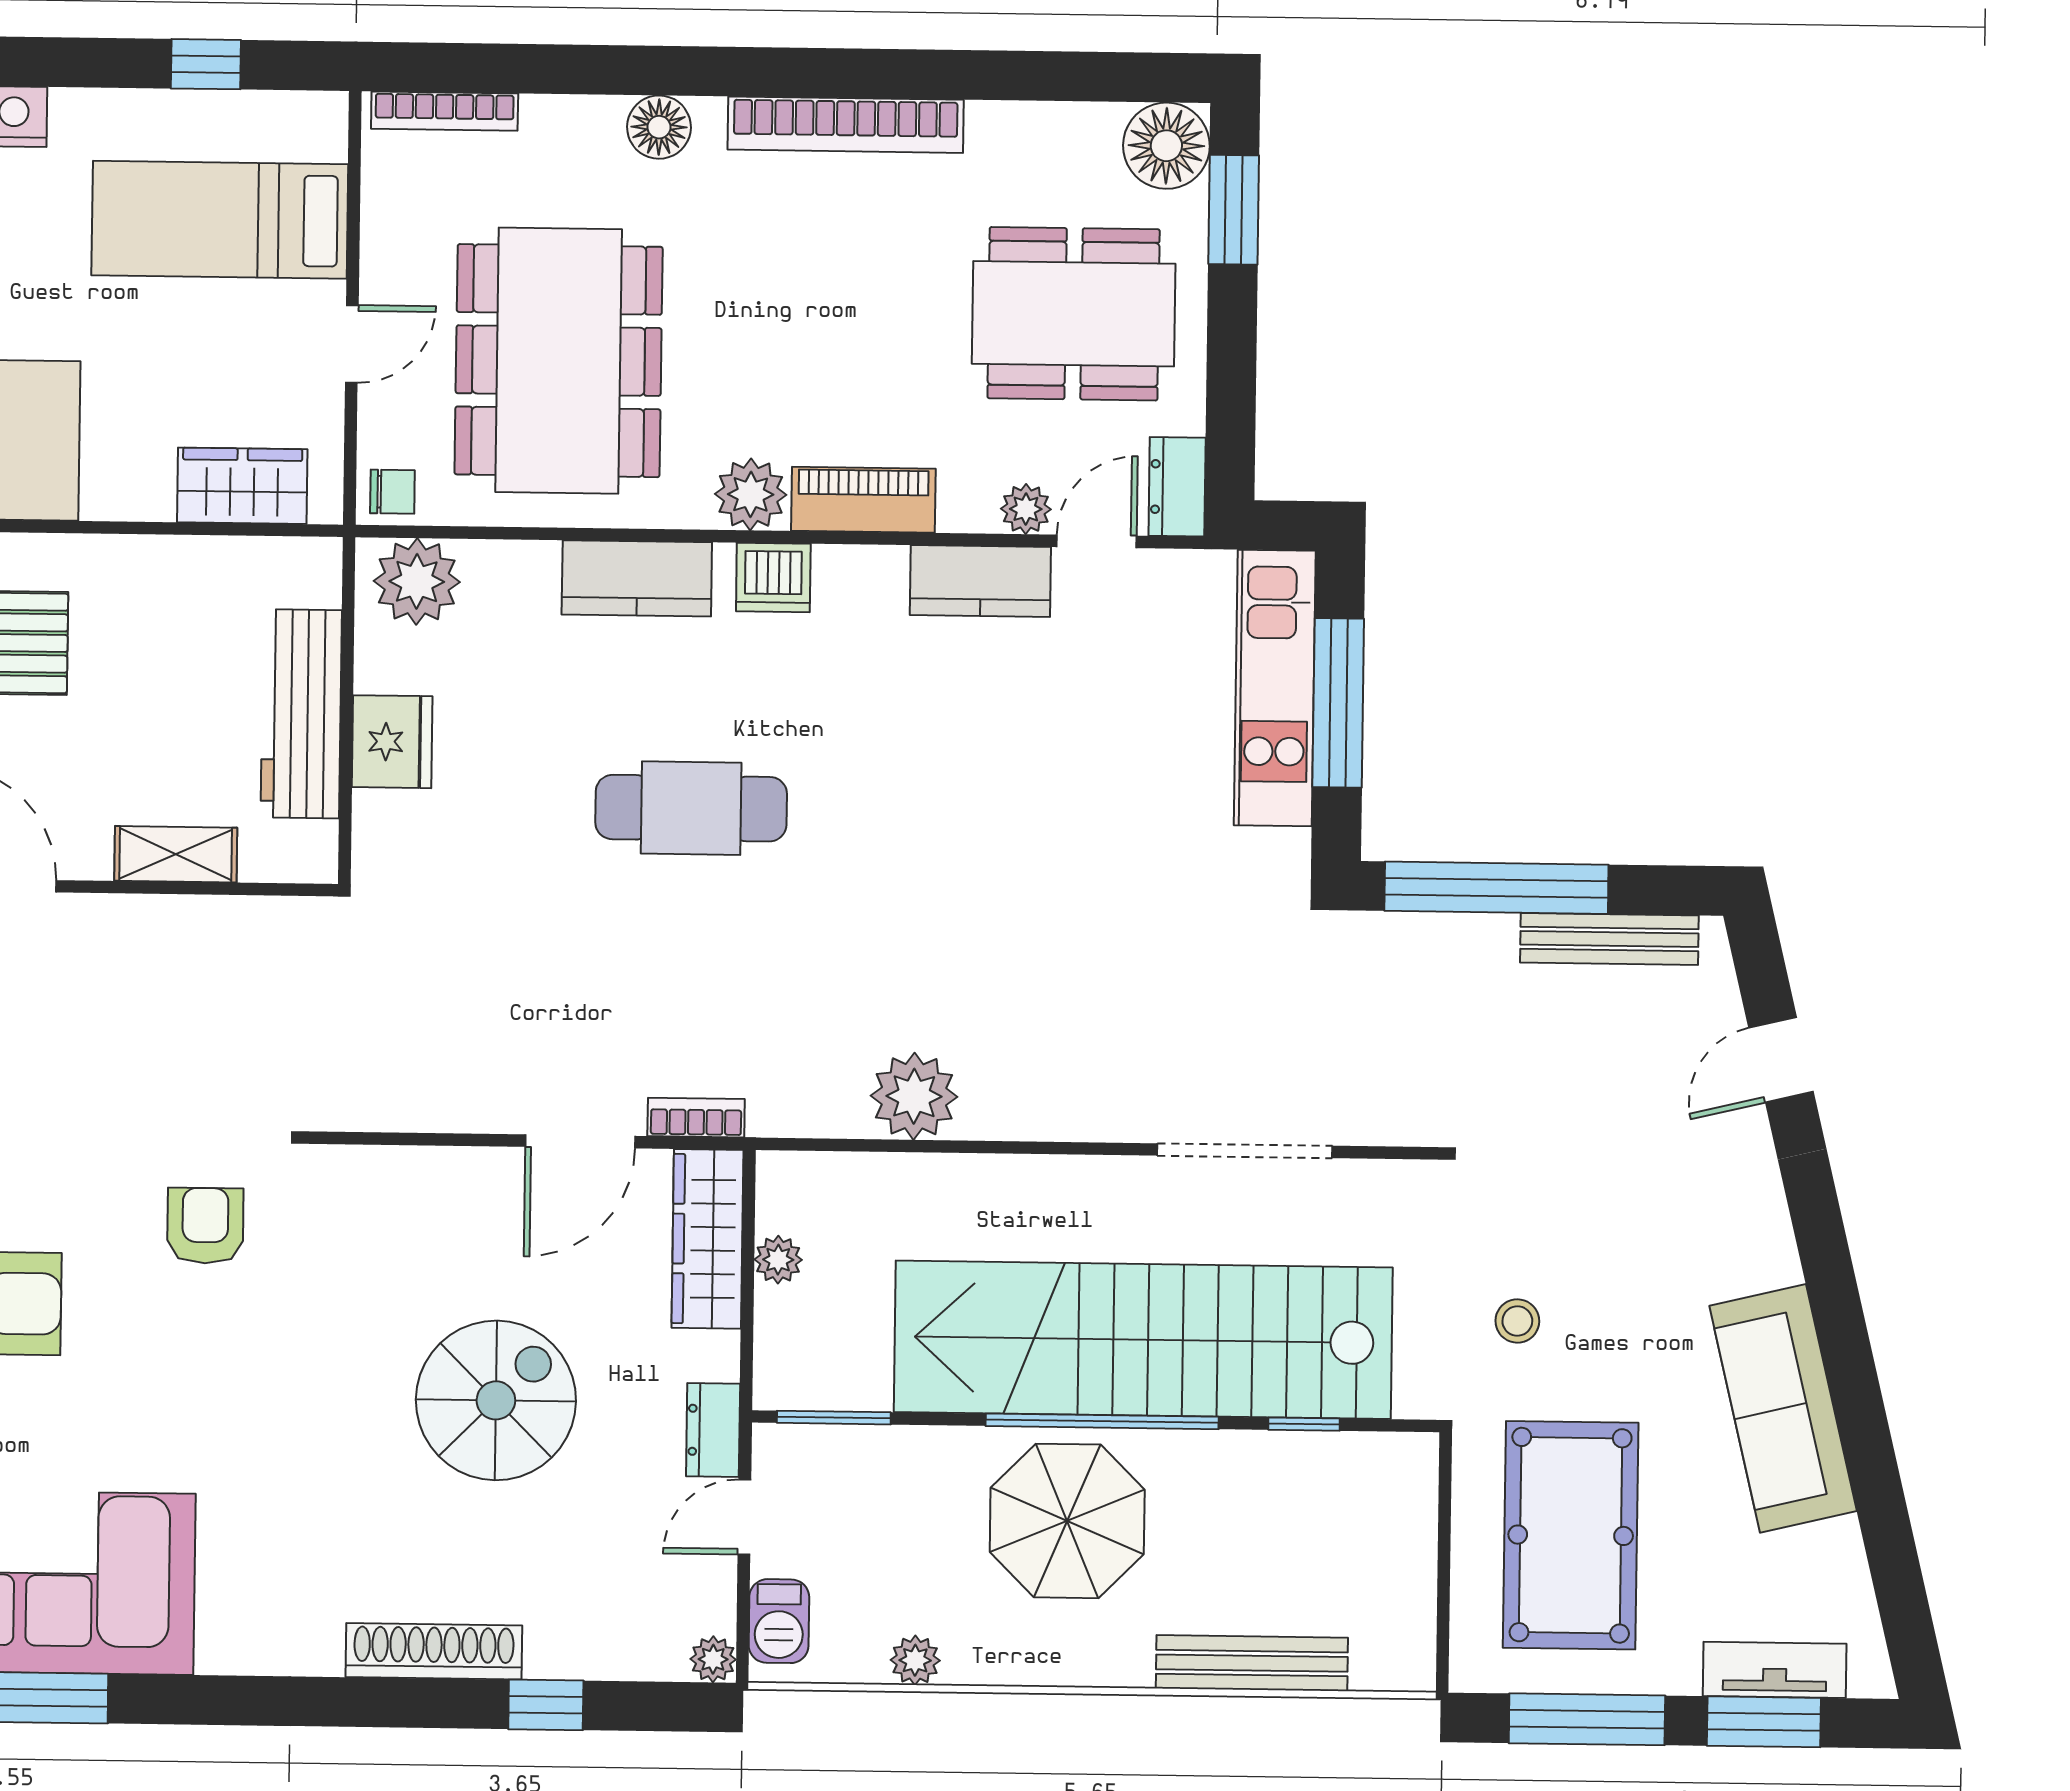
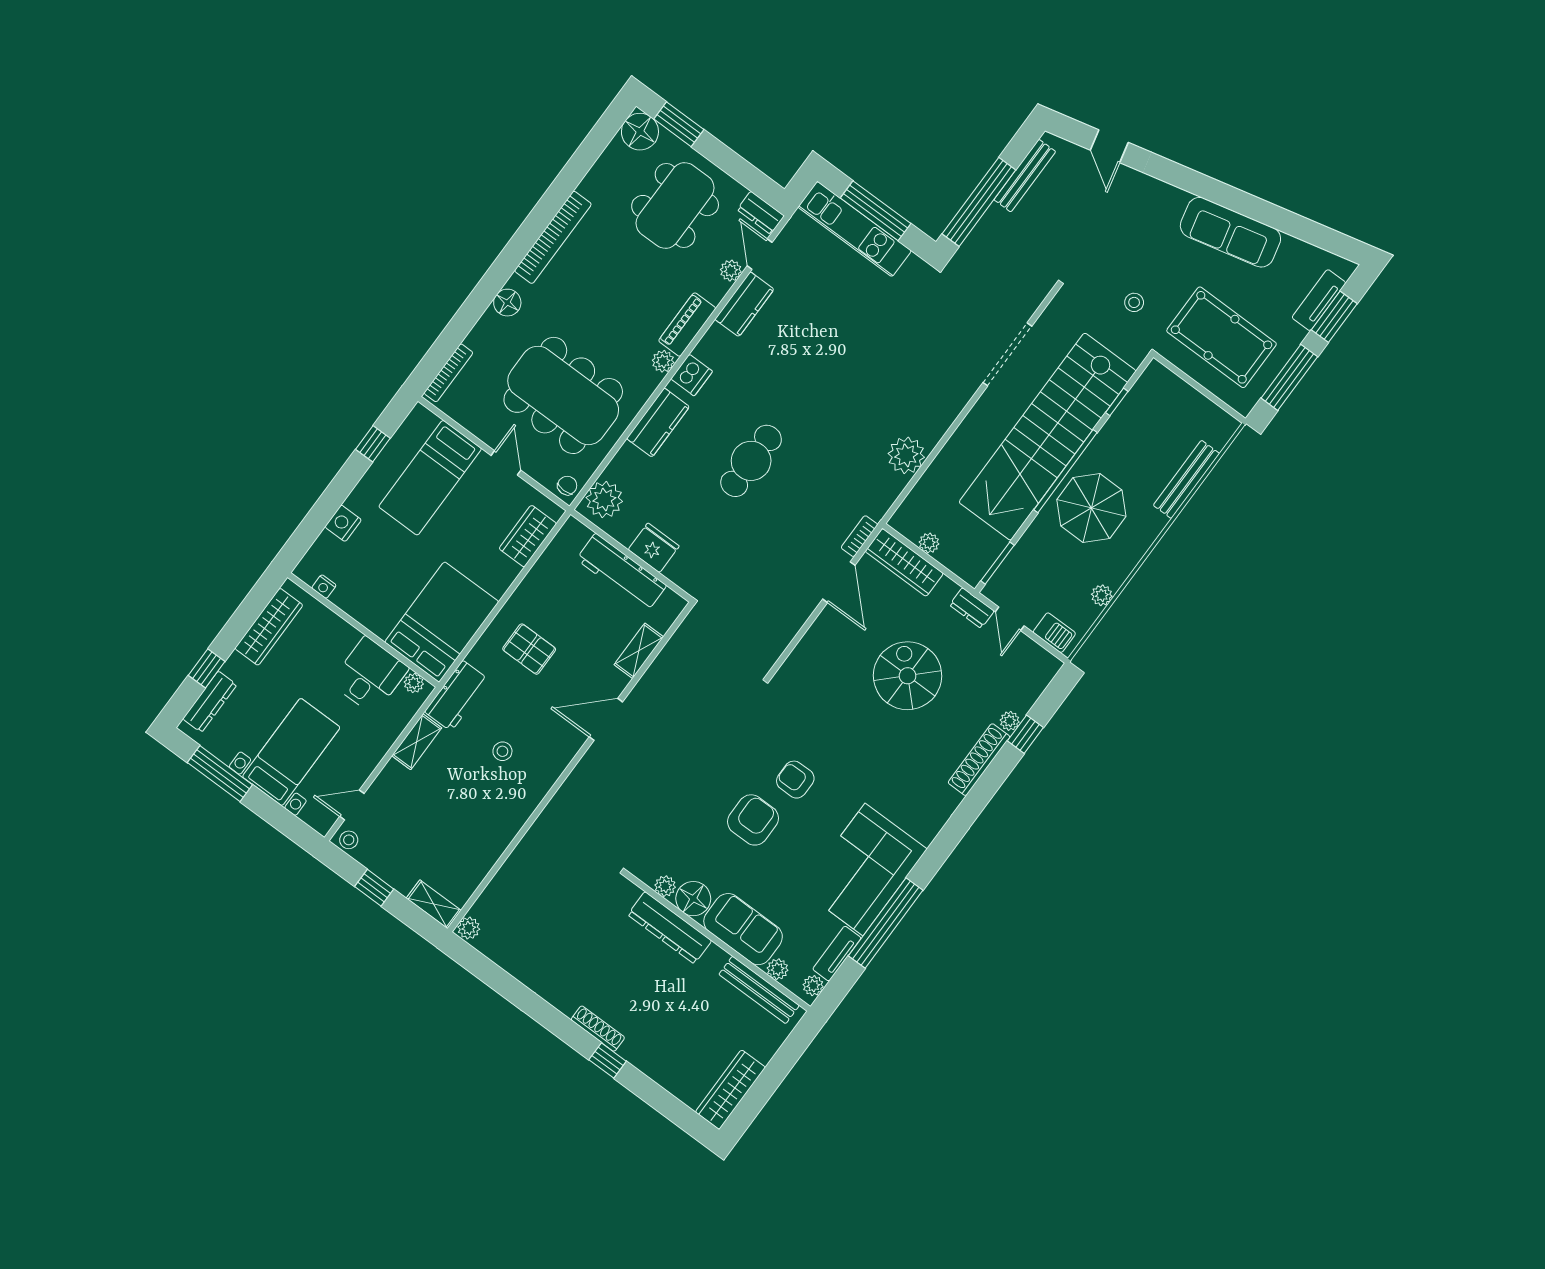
plant: (751, 494) -> (663, 361), width x0.73, depth x0.73
armchair: (205, 1226) -> (795, 780), moved
plant: (713, 1659) -> (1010, 721), moved

